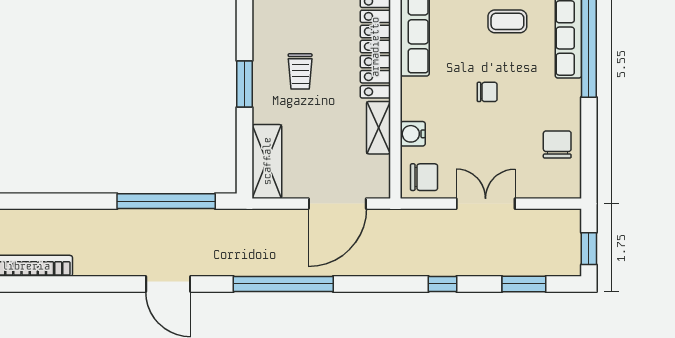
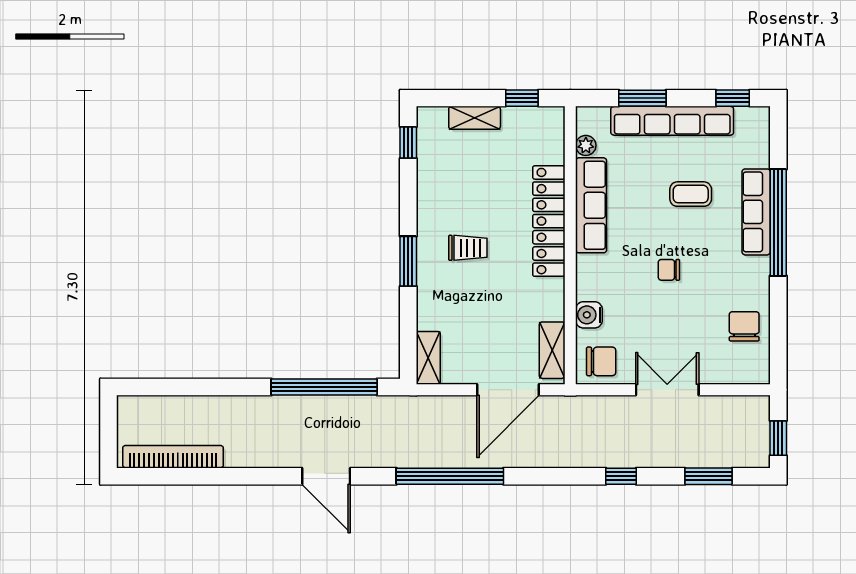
trolley: (300, 71) -> (468, 248), turned -90
chair: (487, 92) -> (669, 270), turned 180
shelving: (378, 128) -> (552, 350), moved
shelving: (267, 161) -> (428, 358), width x0.67, depth x0.75

